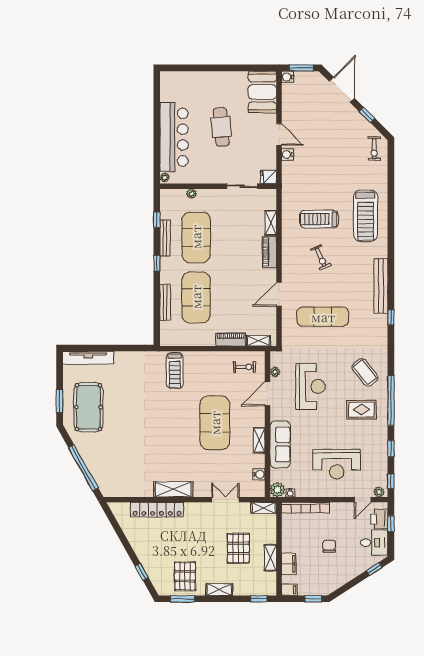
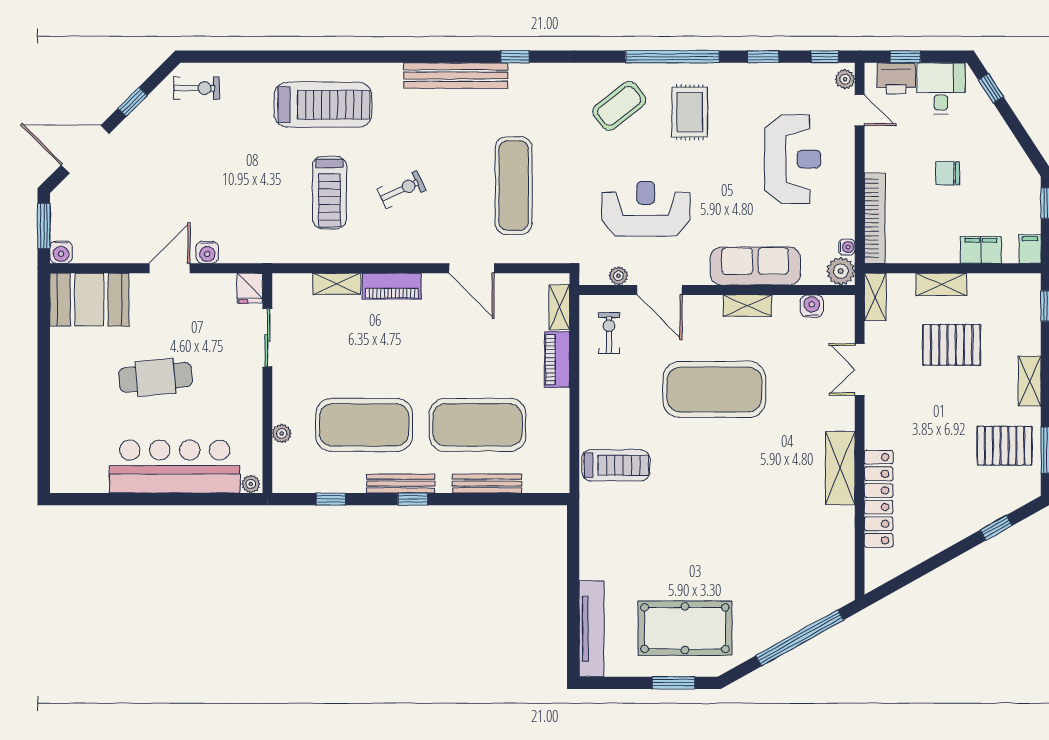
bench: (165, 238) -> (401, 484), moved
shelving: (270, 558) -> (941, 284), moved

